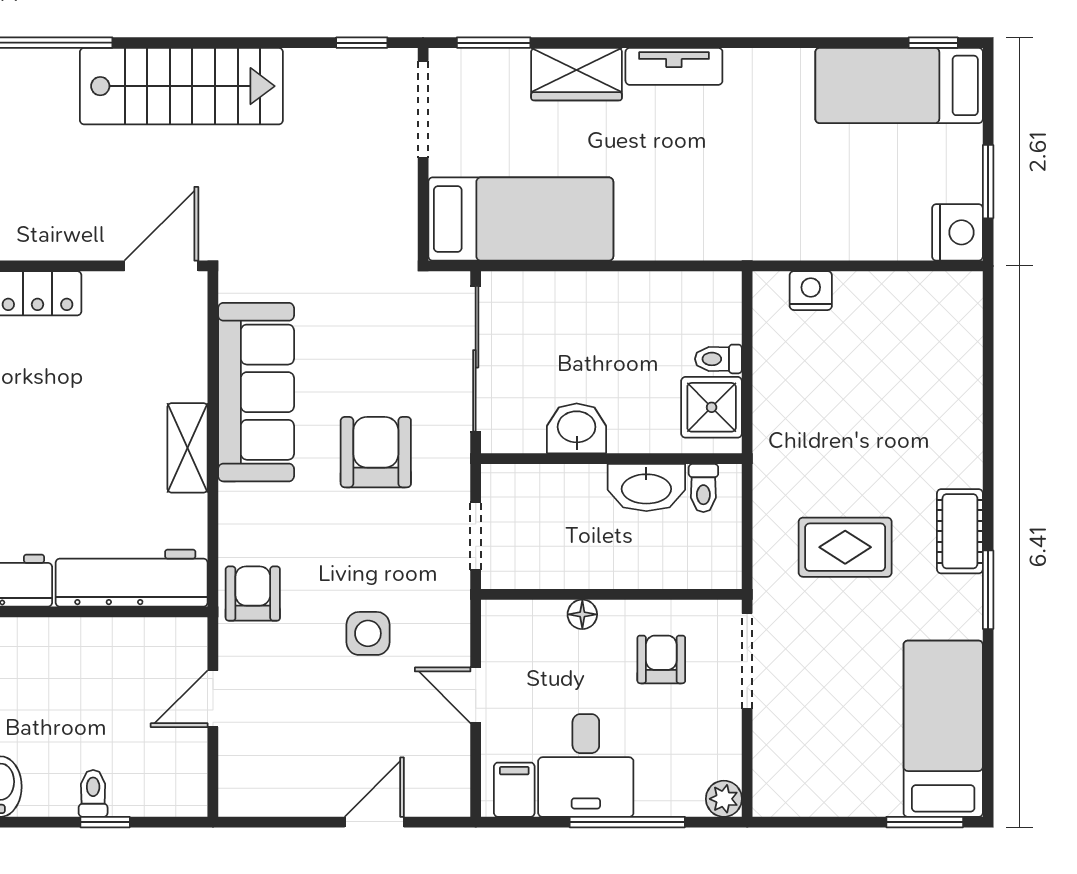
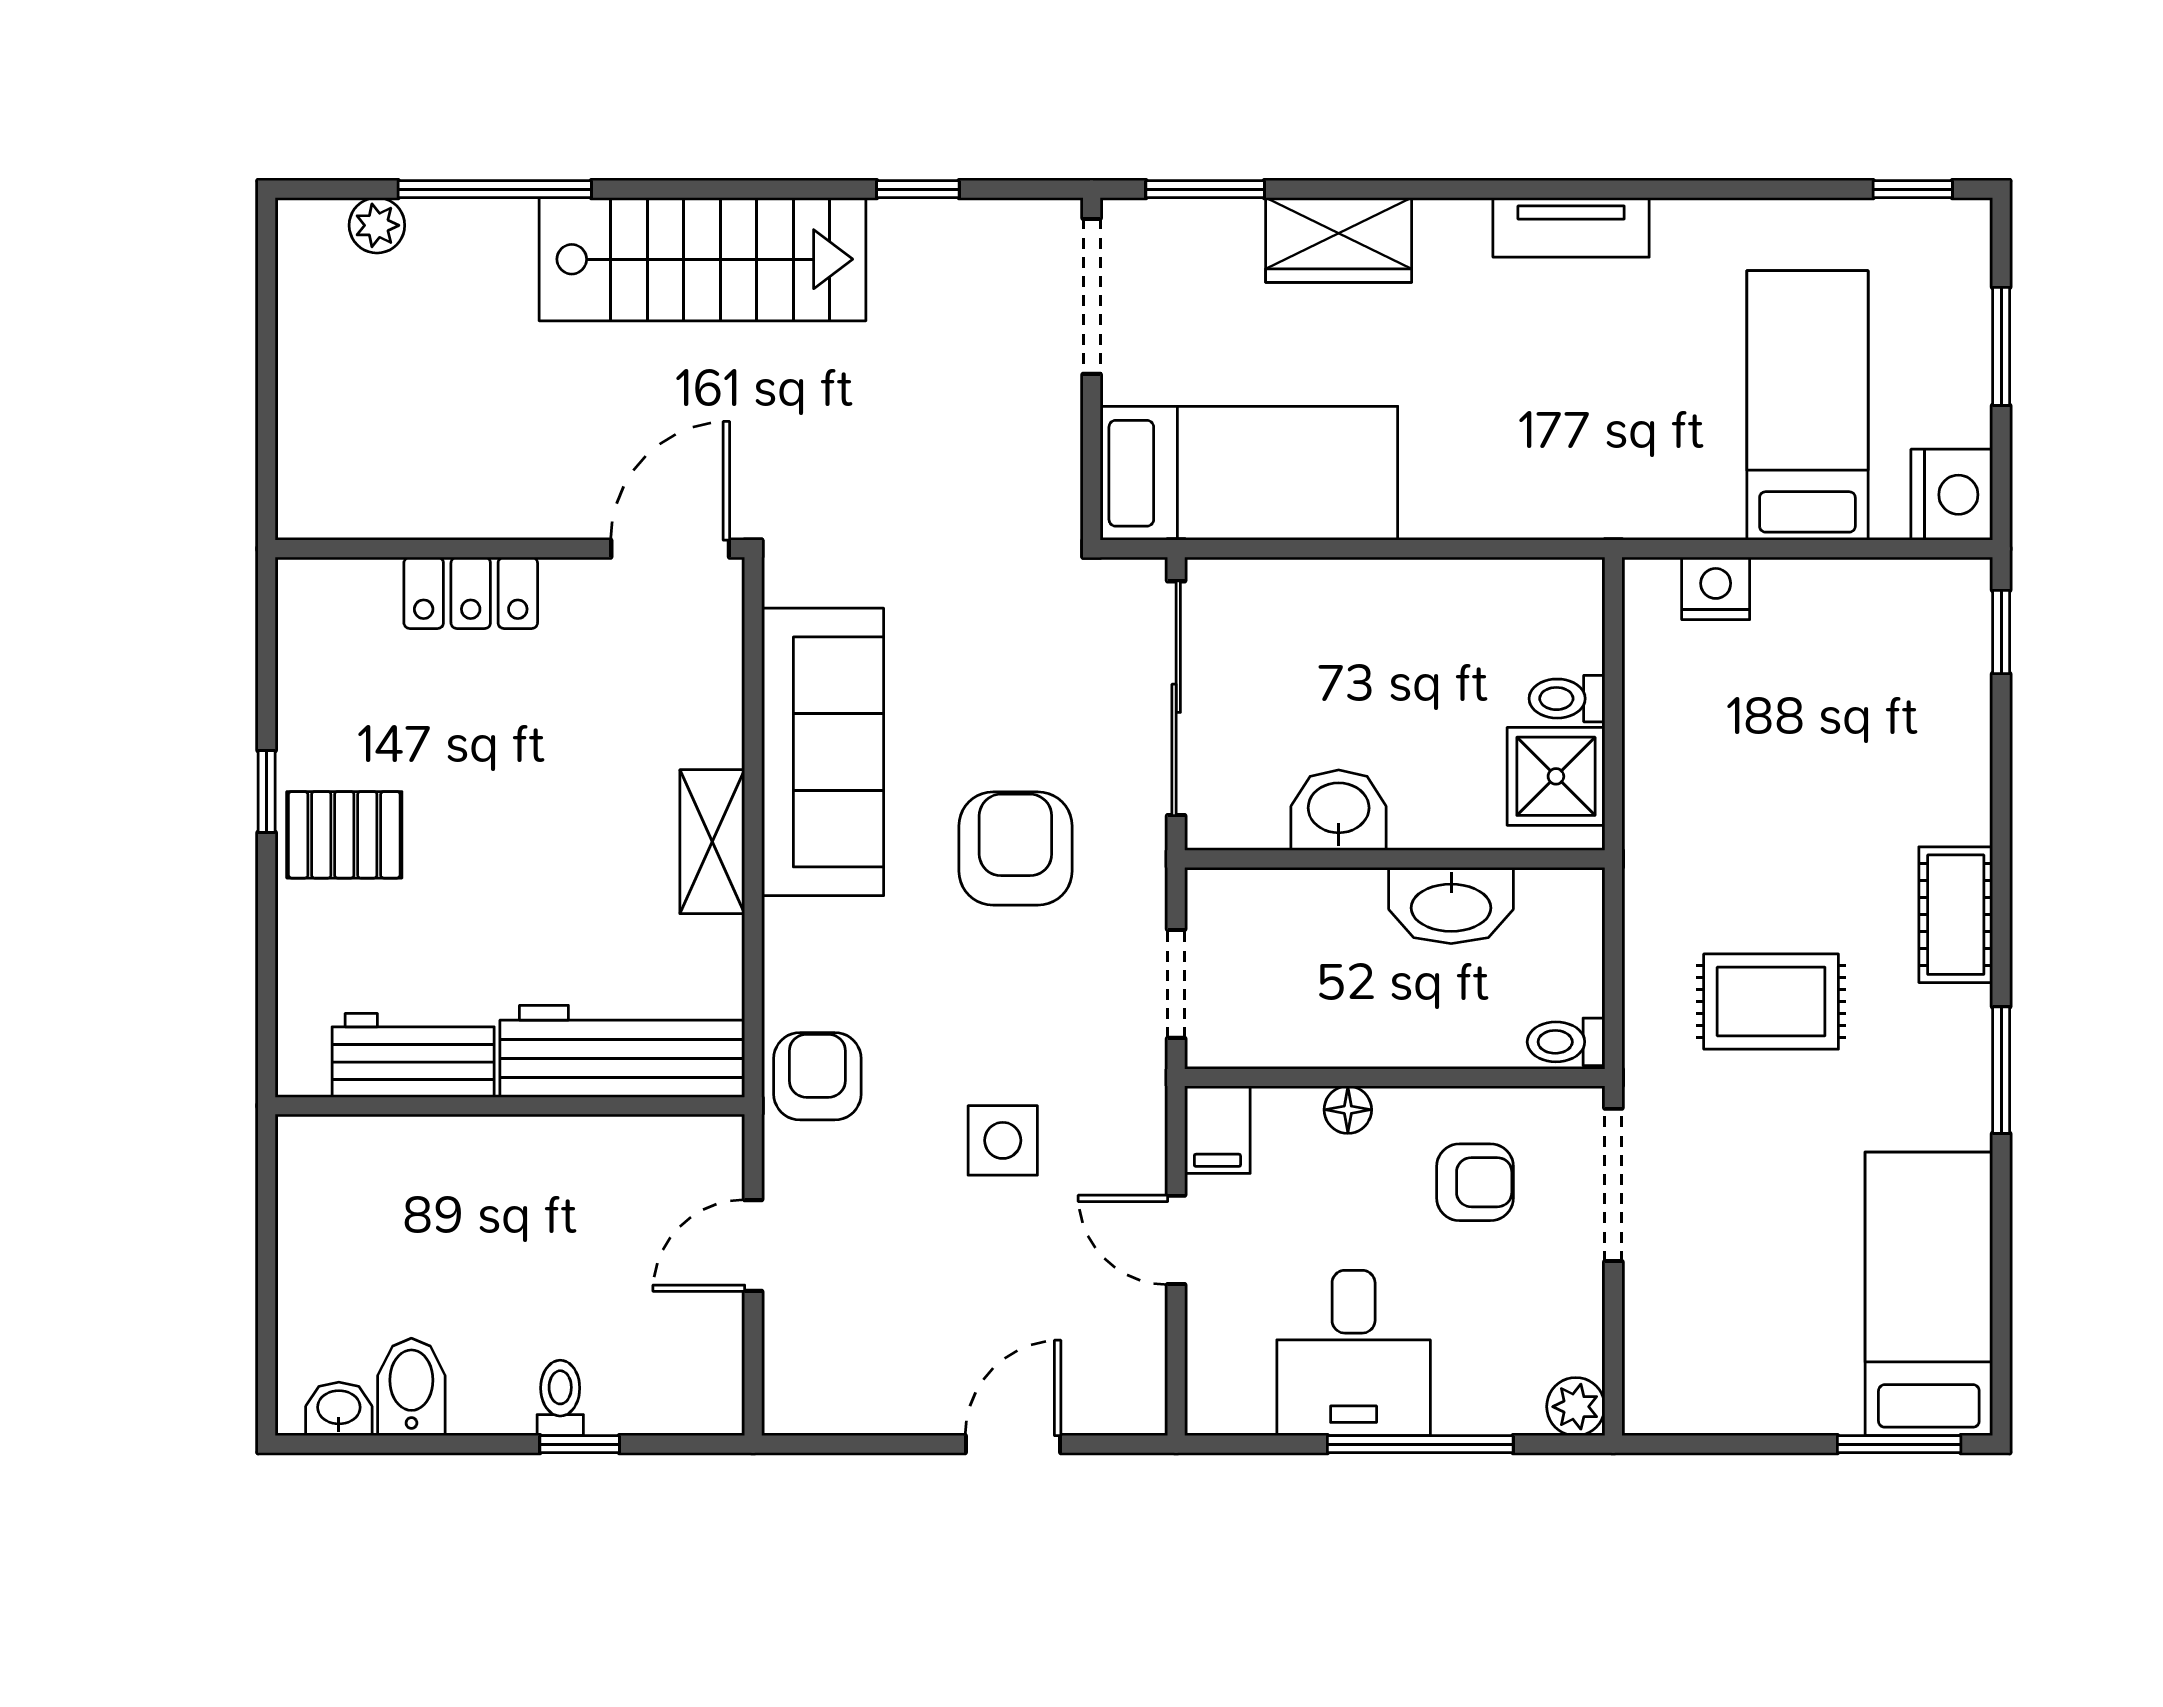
window: (362, 43) -> (918, 189), moved
tv unit: (674, 66) -> (1571, 227), moved
bed: (899, 85) -> (1807, 405), moved, turned 90
window: (988, 182) -> (2001, 346), moved
window: (988, 318) -> (2001, 632), added
toilet: (703, 488) -> (1566, 1042), moved, turned 90
cot: (960, 531) -> (1956, 915), moved
armchair: (661, 659) -> (1475, 1182), turned 90
filing cabinet: (514, 790) -> (1217, 1130), moved, turned 180

